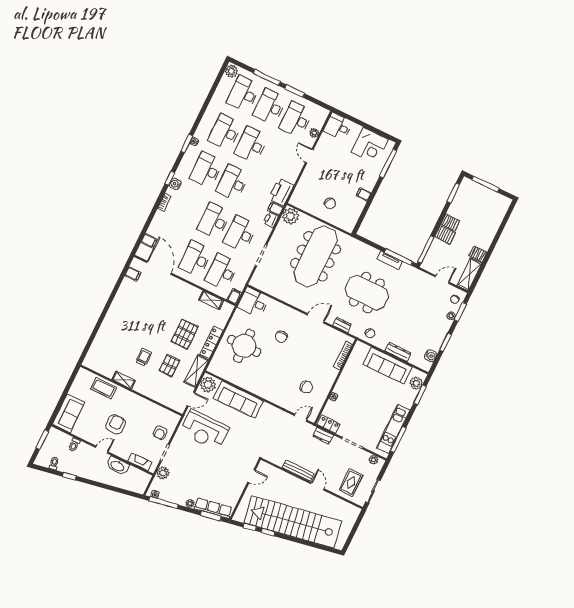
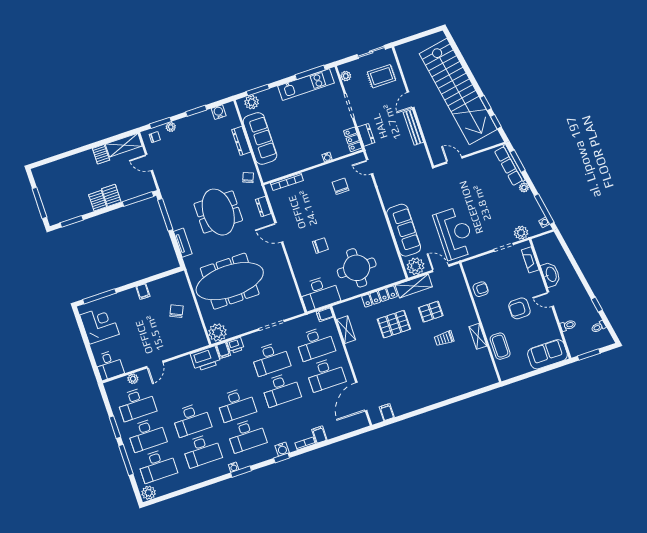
filing cabinet: (149, 241) -> (319, 435), moved
tv unit: (390, 260) -> (183, 243), moved
desk: (253, 302) -> (319, 293), width x1.37
armchair: (160, 433) -> (481, 289), moved

